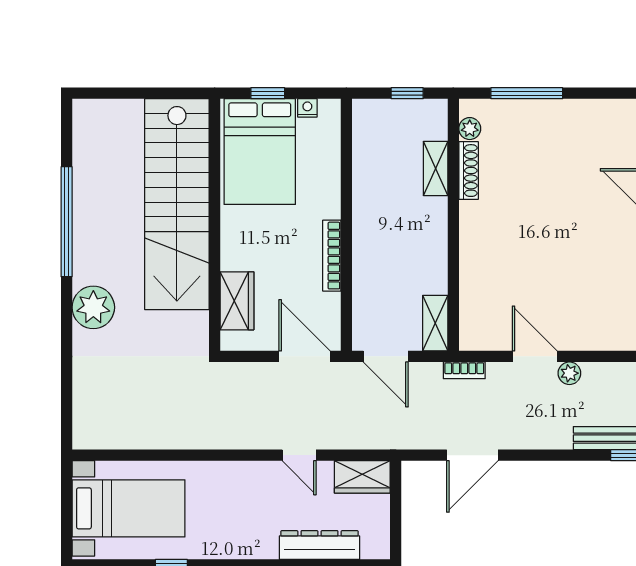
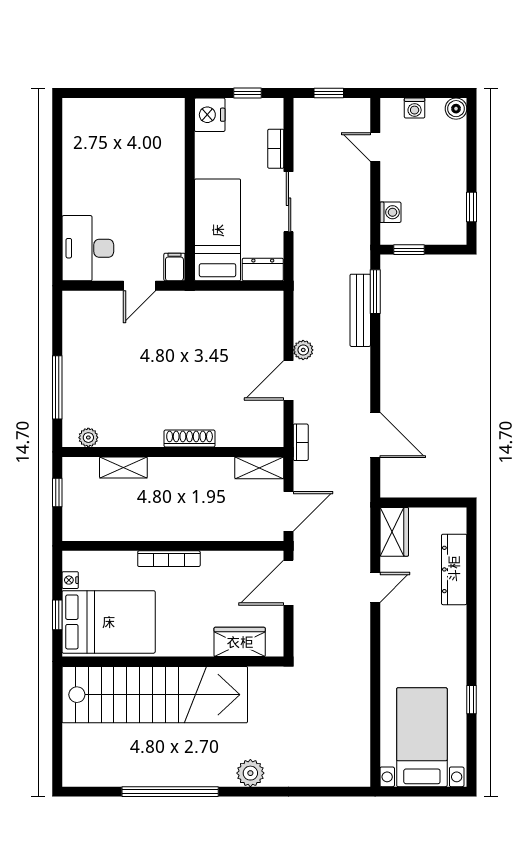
shoe rack: (469, 171) -> (190, 439), moved
bookcase: (332, 256) -> (169, 559), moved
plant: (93, 307) -> (250, 773), width x0.73, depth x0.73

